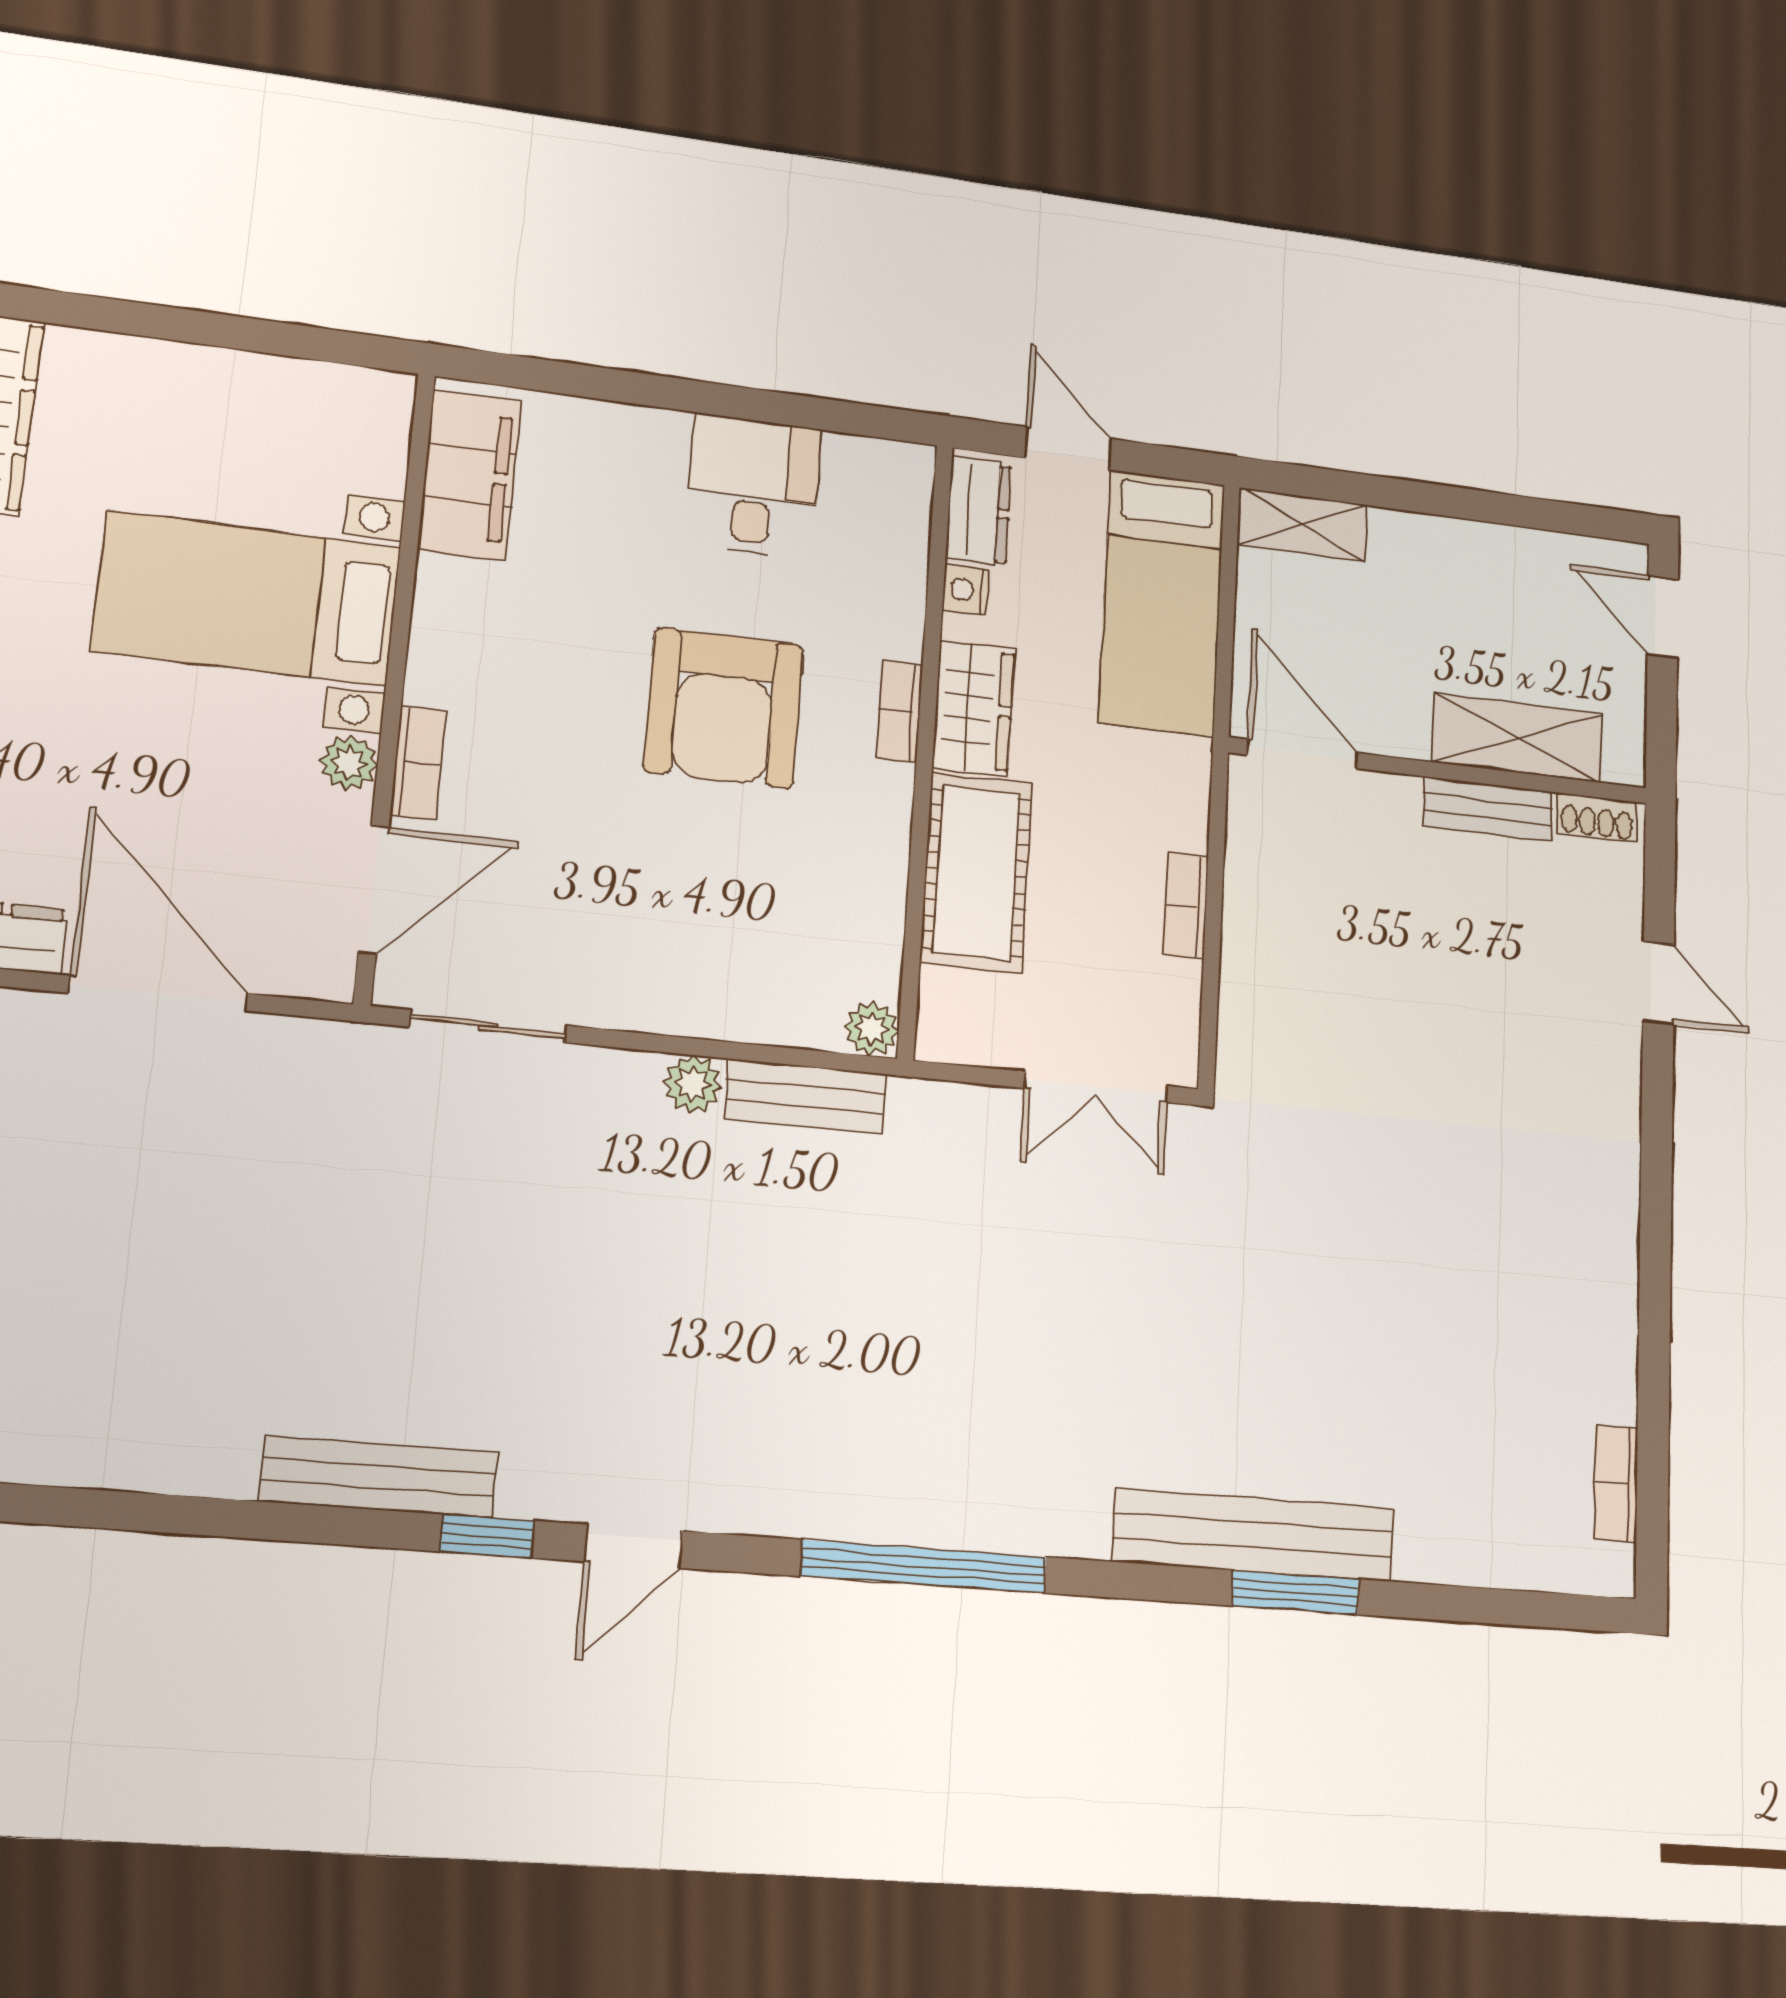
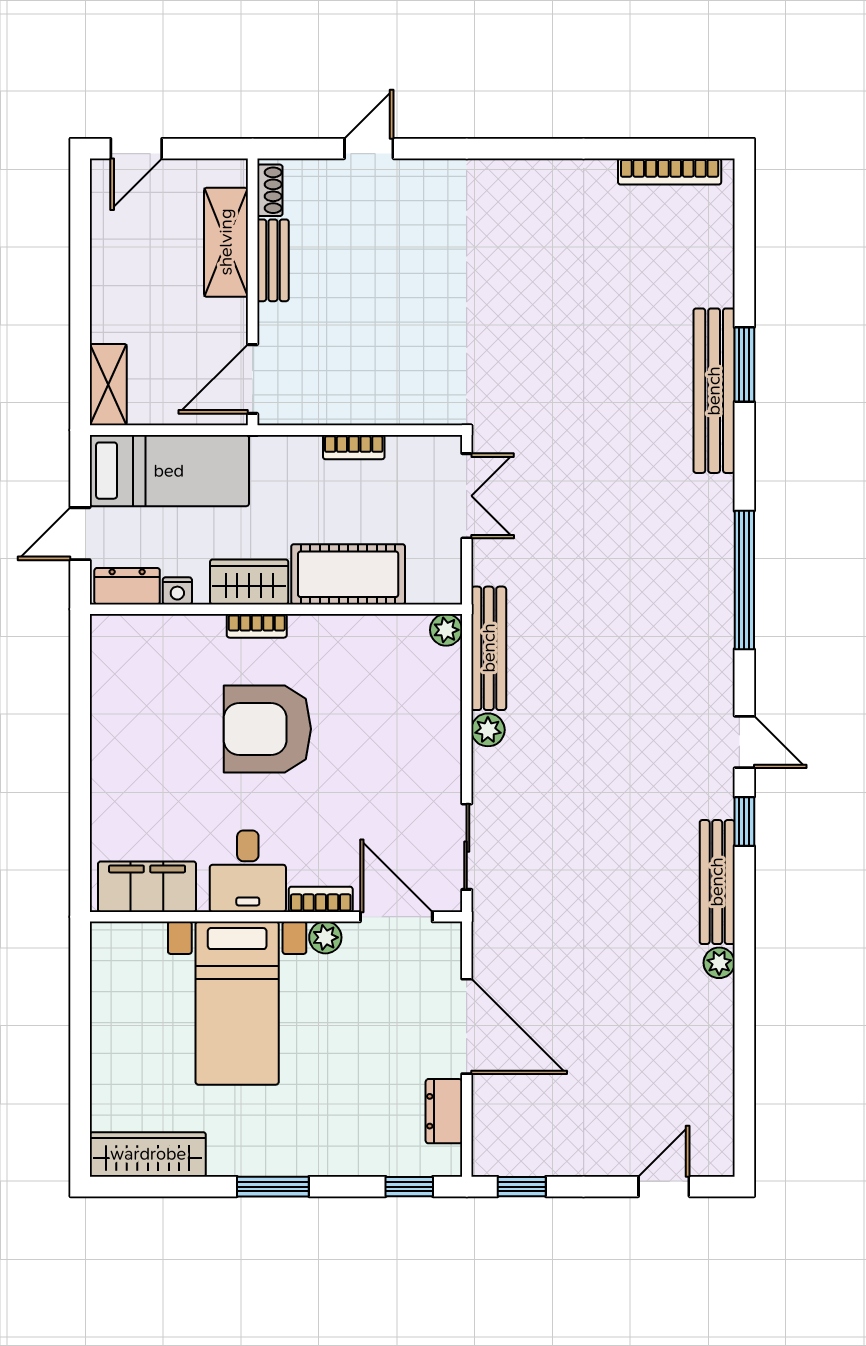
desk: (753, 486) -> (248, 871), moved, turned -90
armchair: (724, 708) -> (267, 729), turned 180
door: (158, 993) -> (467, 1026), swing flipped
bench: (806, 1096) -> (489, 648), width x1.36
plant: (226, 1469) -> (719, 963), added
bookcase: (1616, 1484) -> (670, 172), width x1.56

